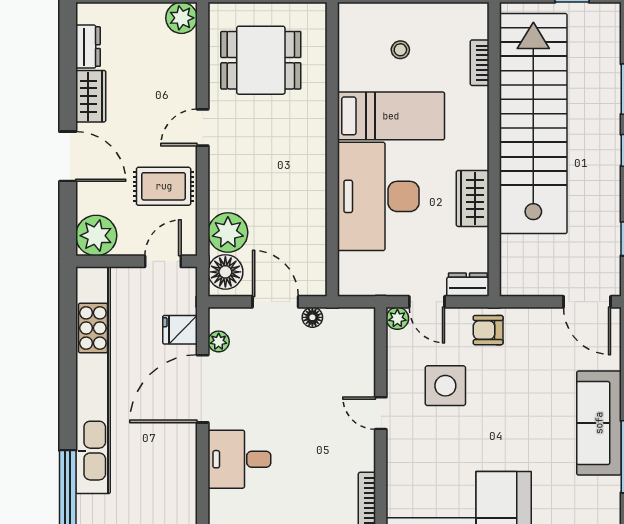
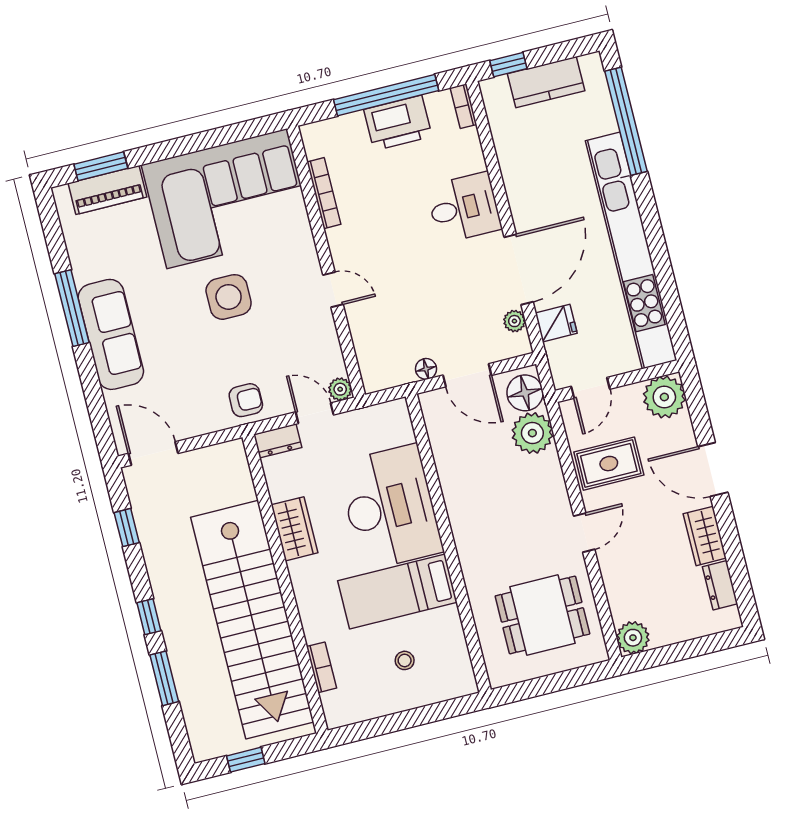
side table: (445, 386) -> (229, 297), moved

